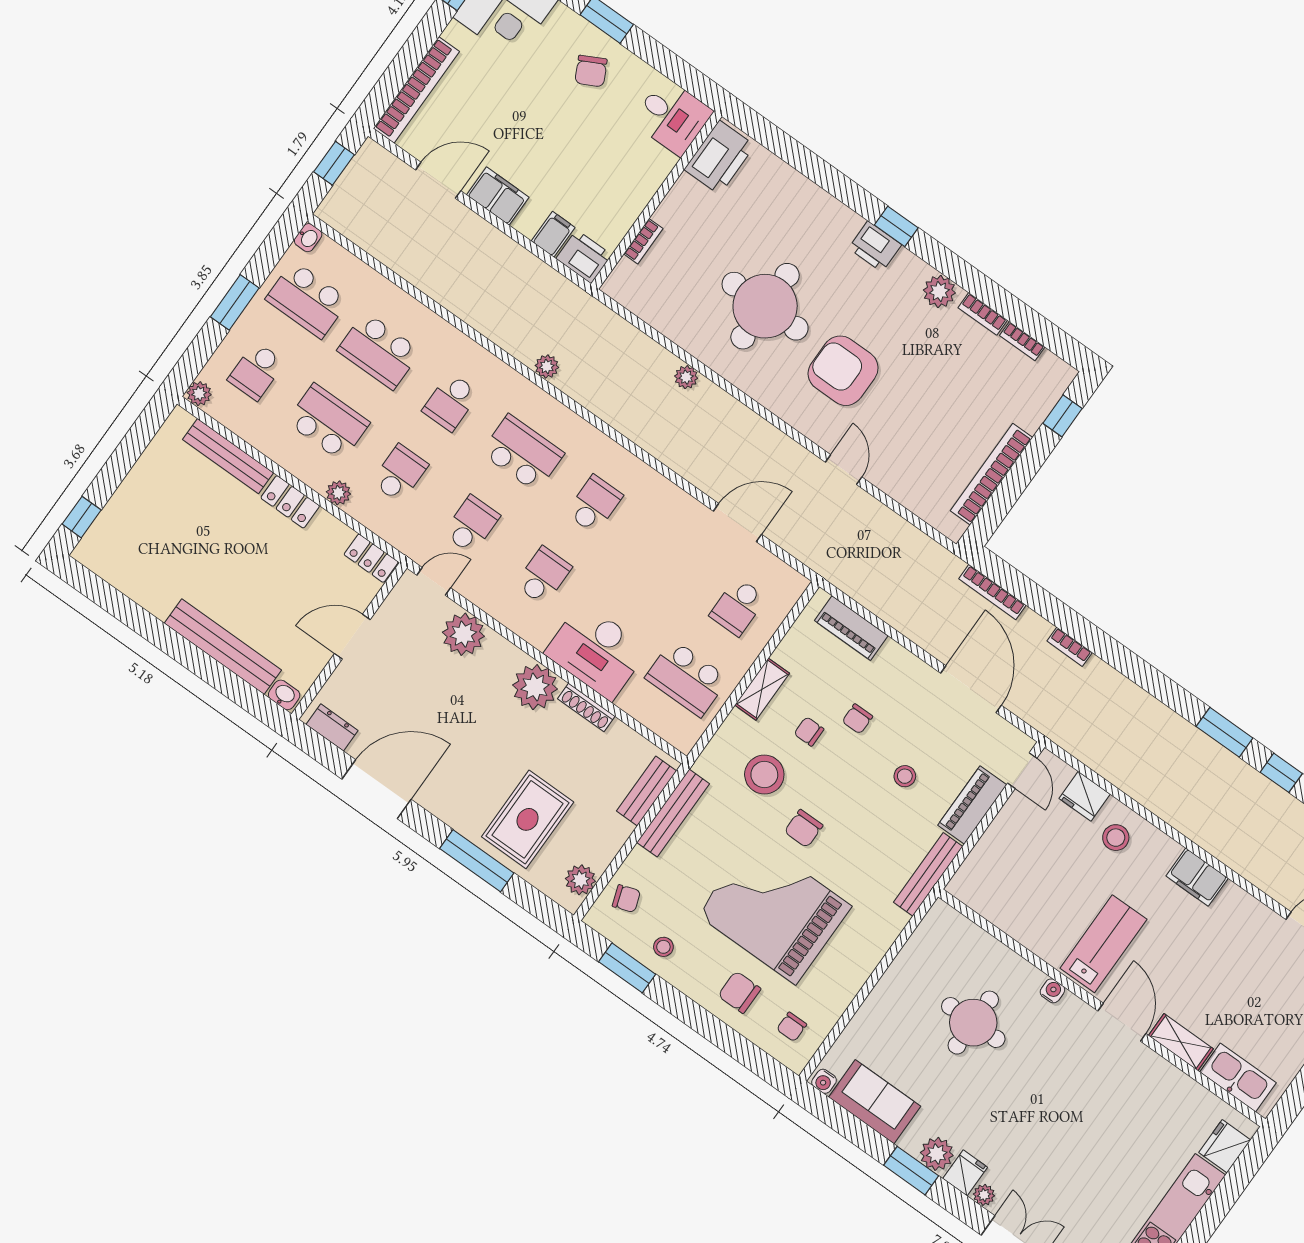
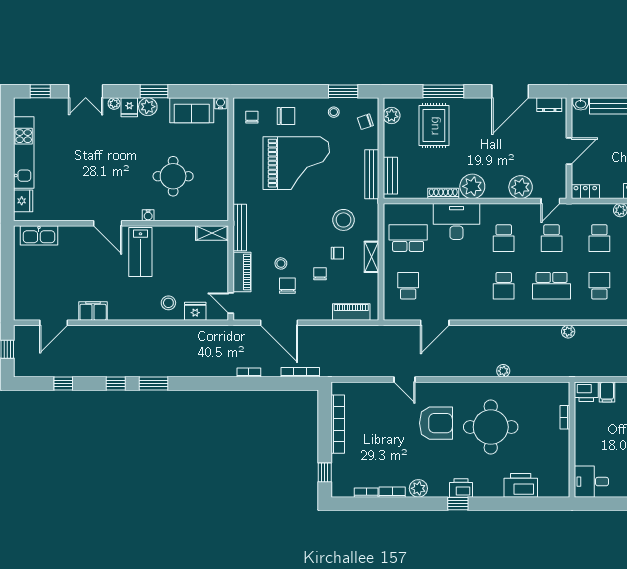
printer: (719, 157) -> (521, 485), moved, turned 90
chair: (804, 828) -> (287, 286), moved
filing cabinet: (1197, 877) -> (93, 311), moved
shelving: (1181, 1042) -> (212, 233), moved

